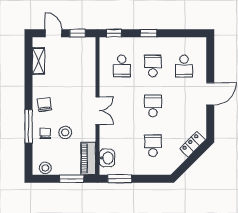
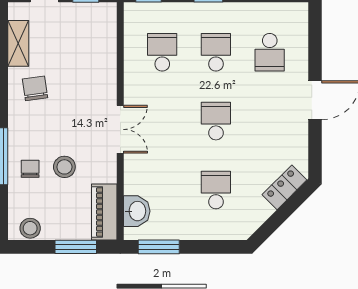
school desk: (122, 66) -> (162, 52), turned 180
chair: (44, 104) -> (35, 88), moved

